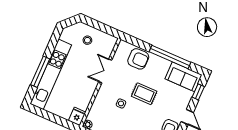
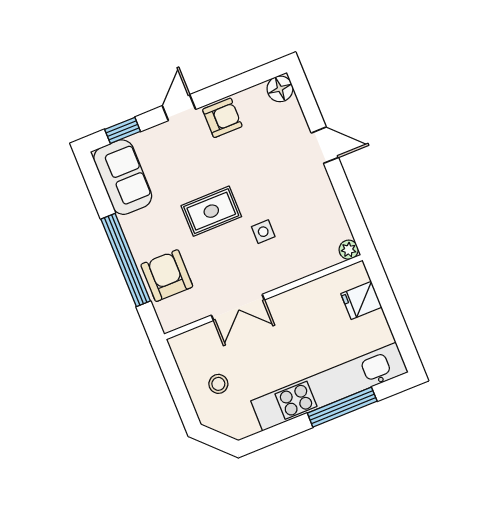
window: (170, 57) -> (126, 260), moved
rug: (144, 94) -> (211, 211), turned 90
fridge: (77, 116) -> (361, 300), moved

